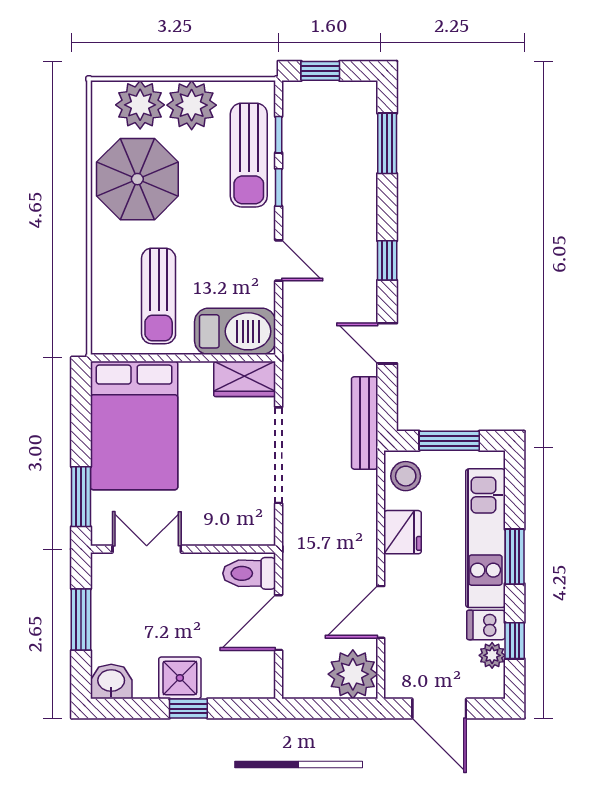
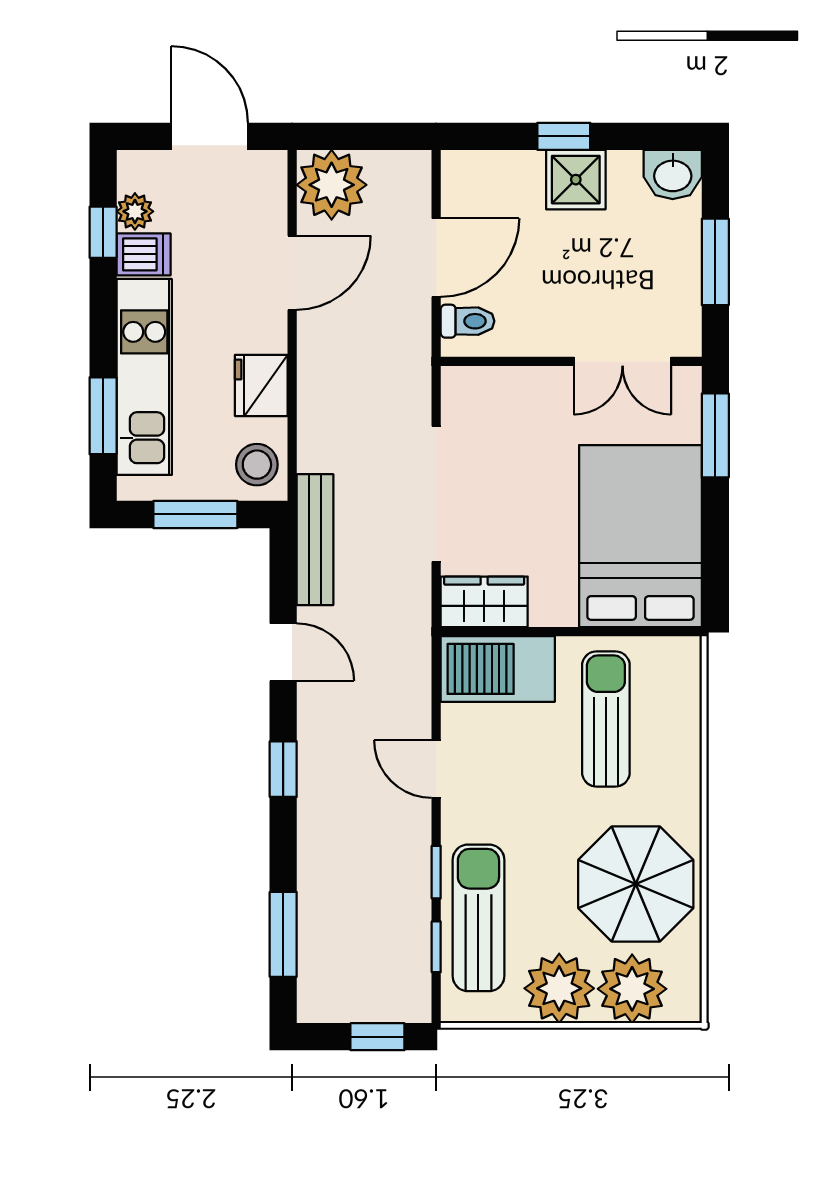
window: (515, 557) -> (103, 416), moved
toilet: (249, 573) -> (468, 321), width x0.73, depth x0.72

